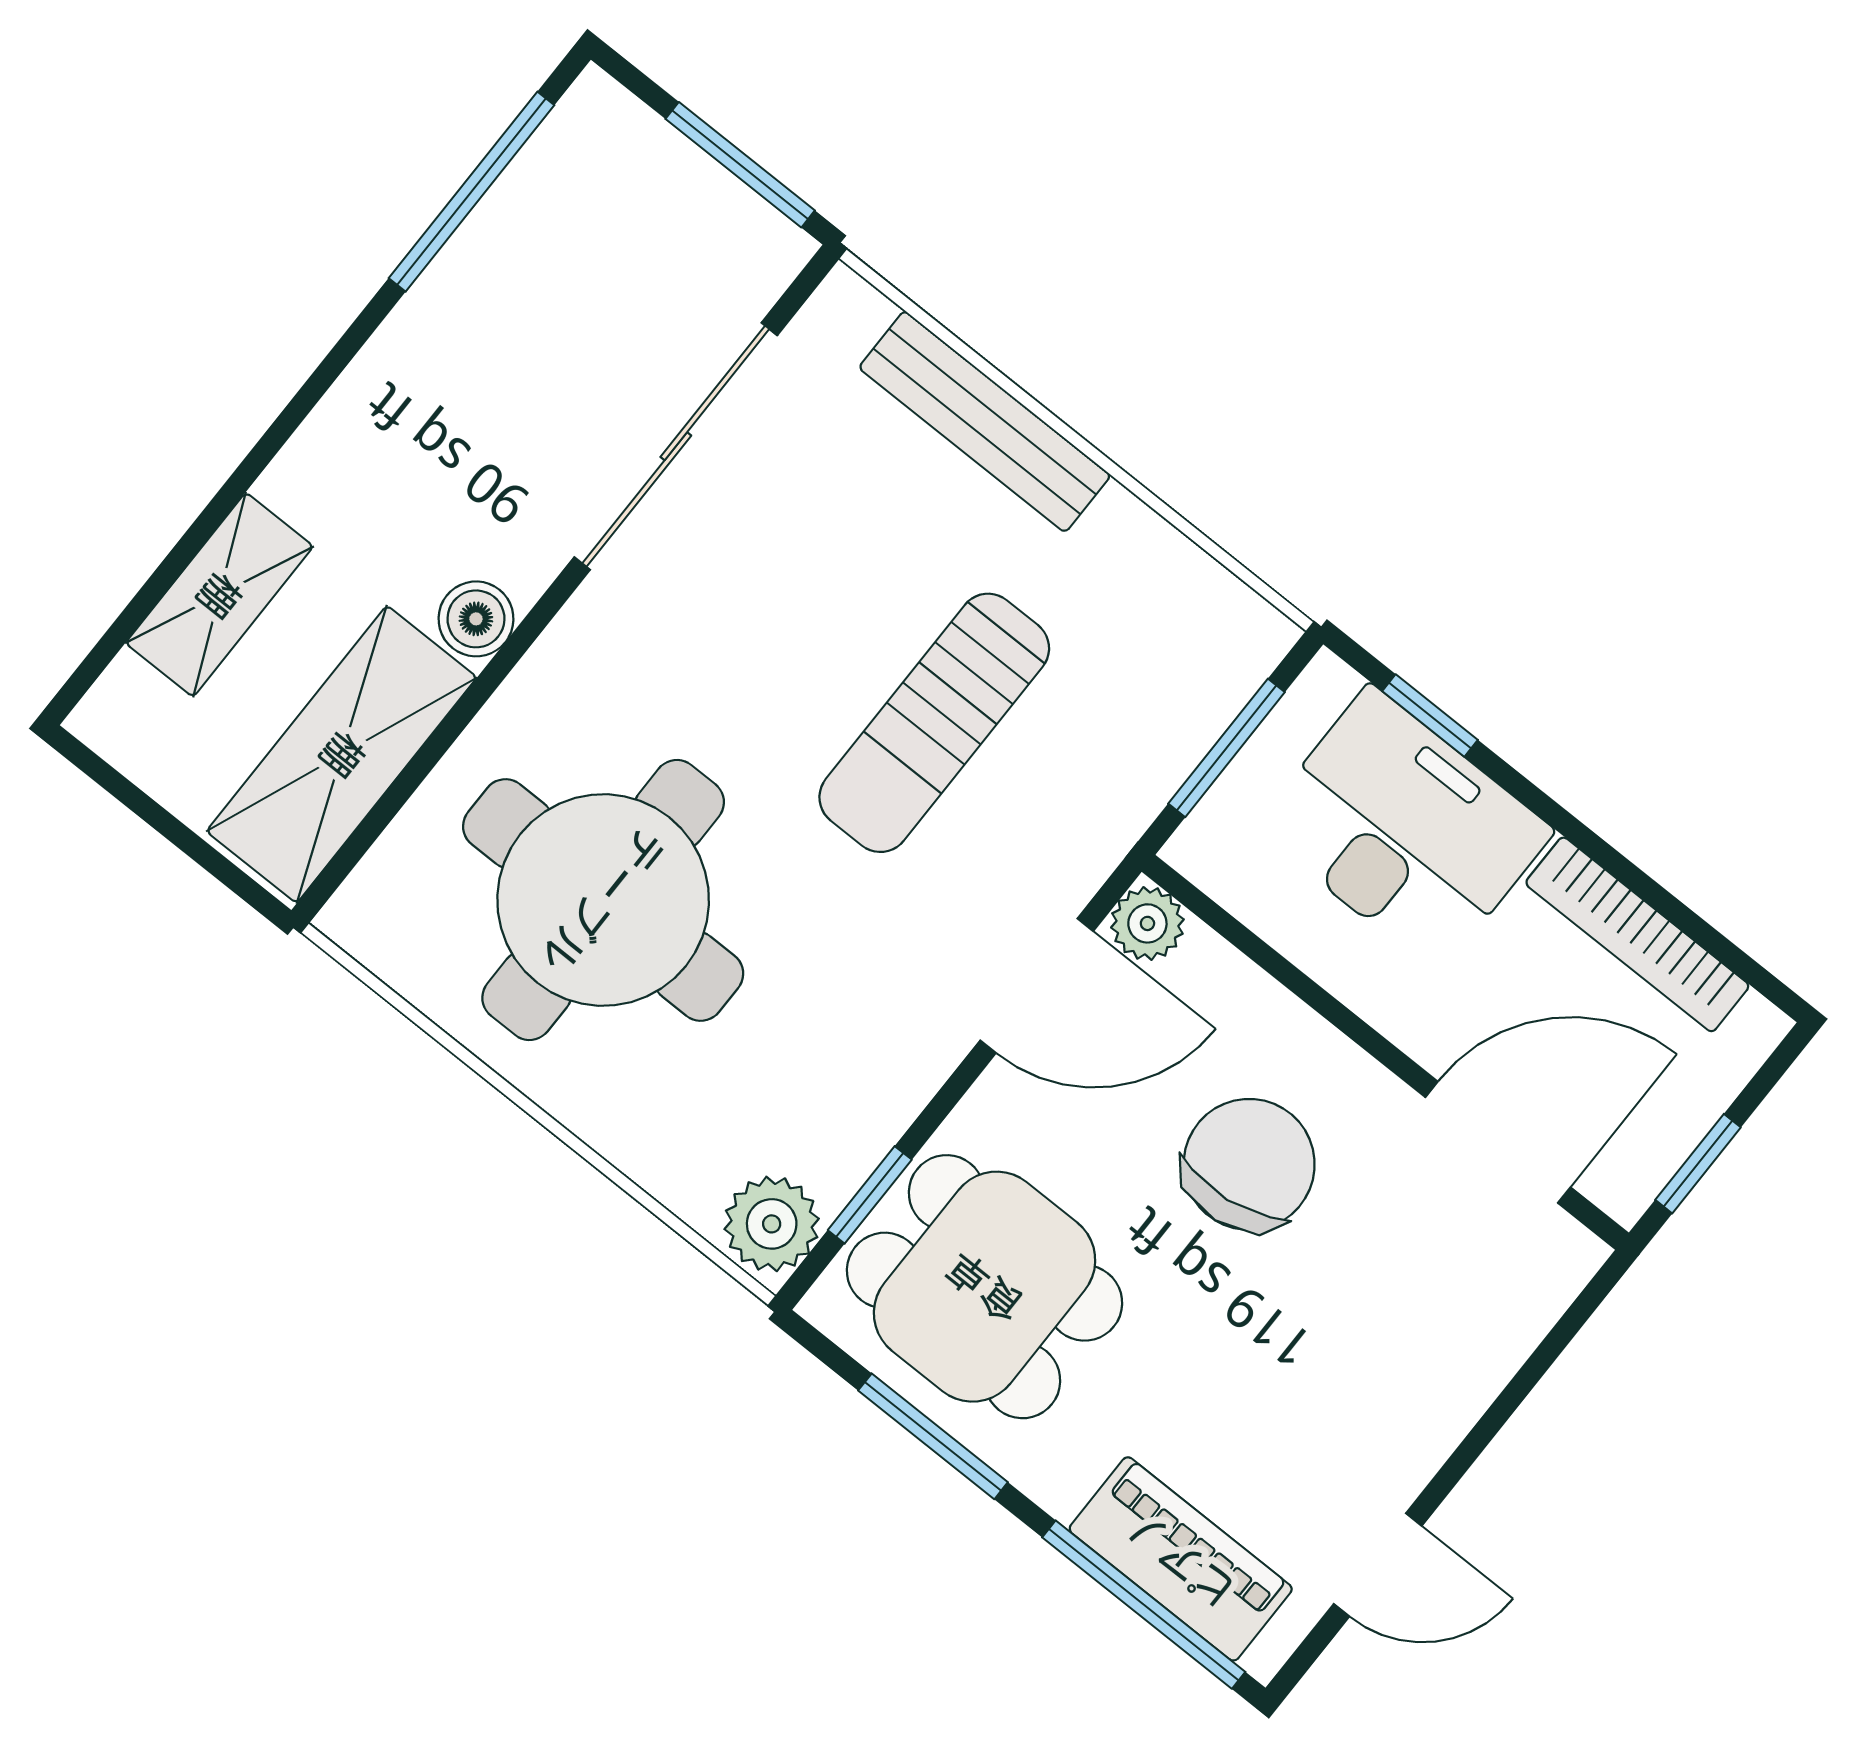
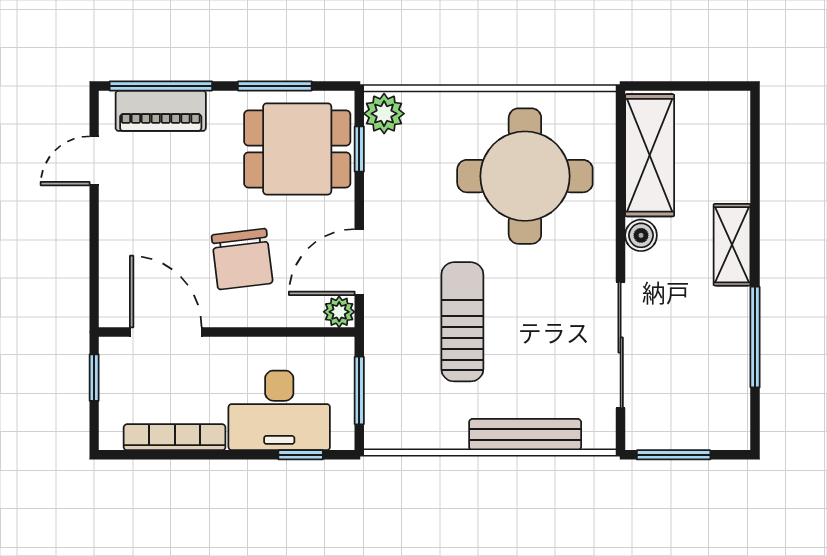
window: (472, 192) -> (755, 337), moved
shelving: (219, 595) -> (732, 245), moved
door: (1498, 1142) -> (166, 332), swing flipped

